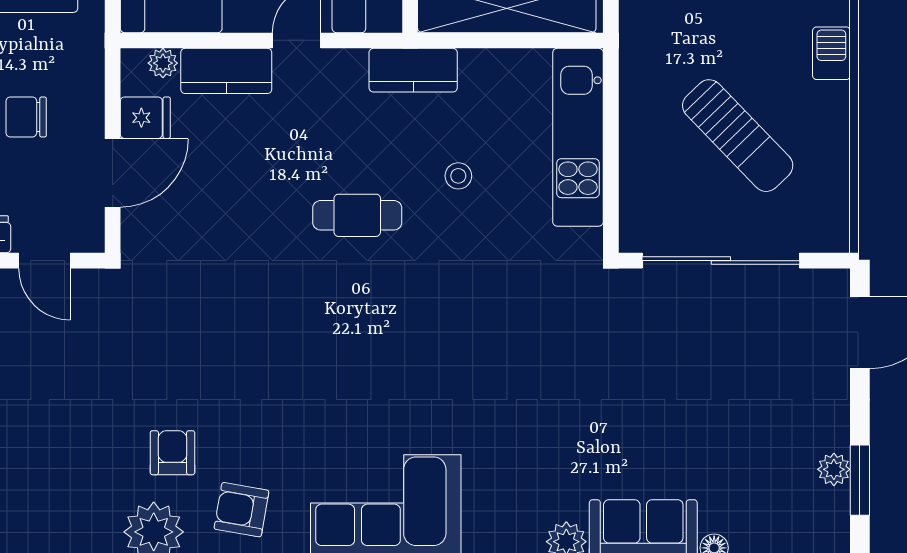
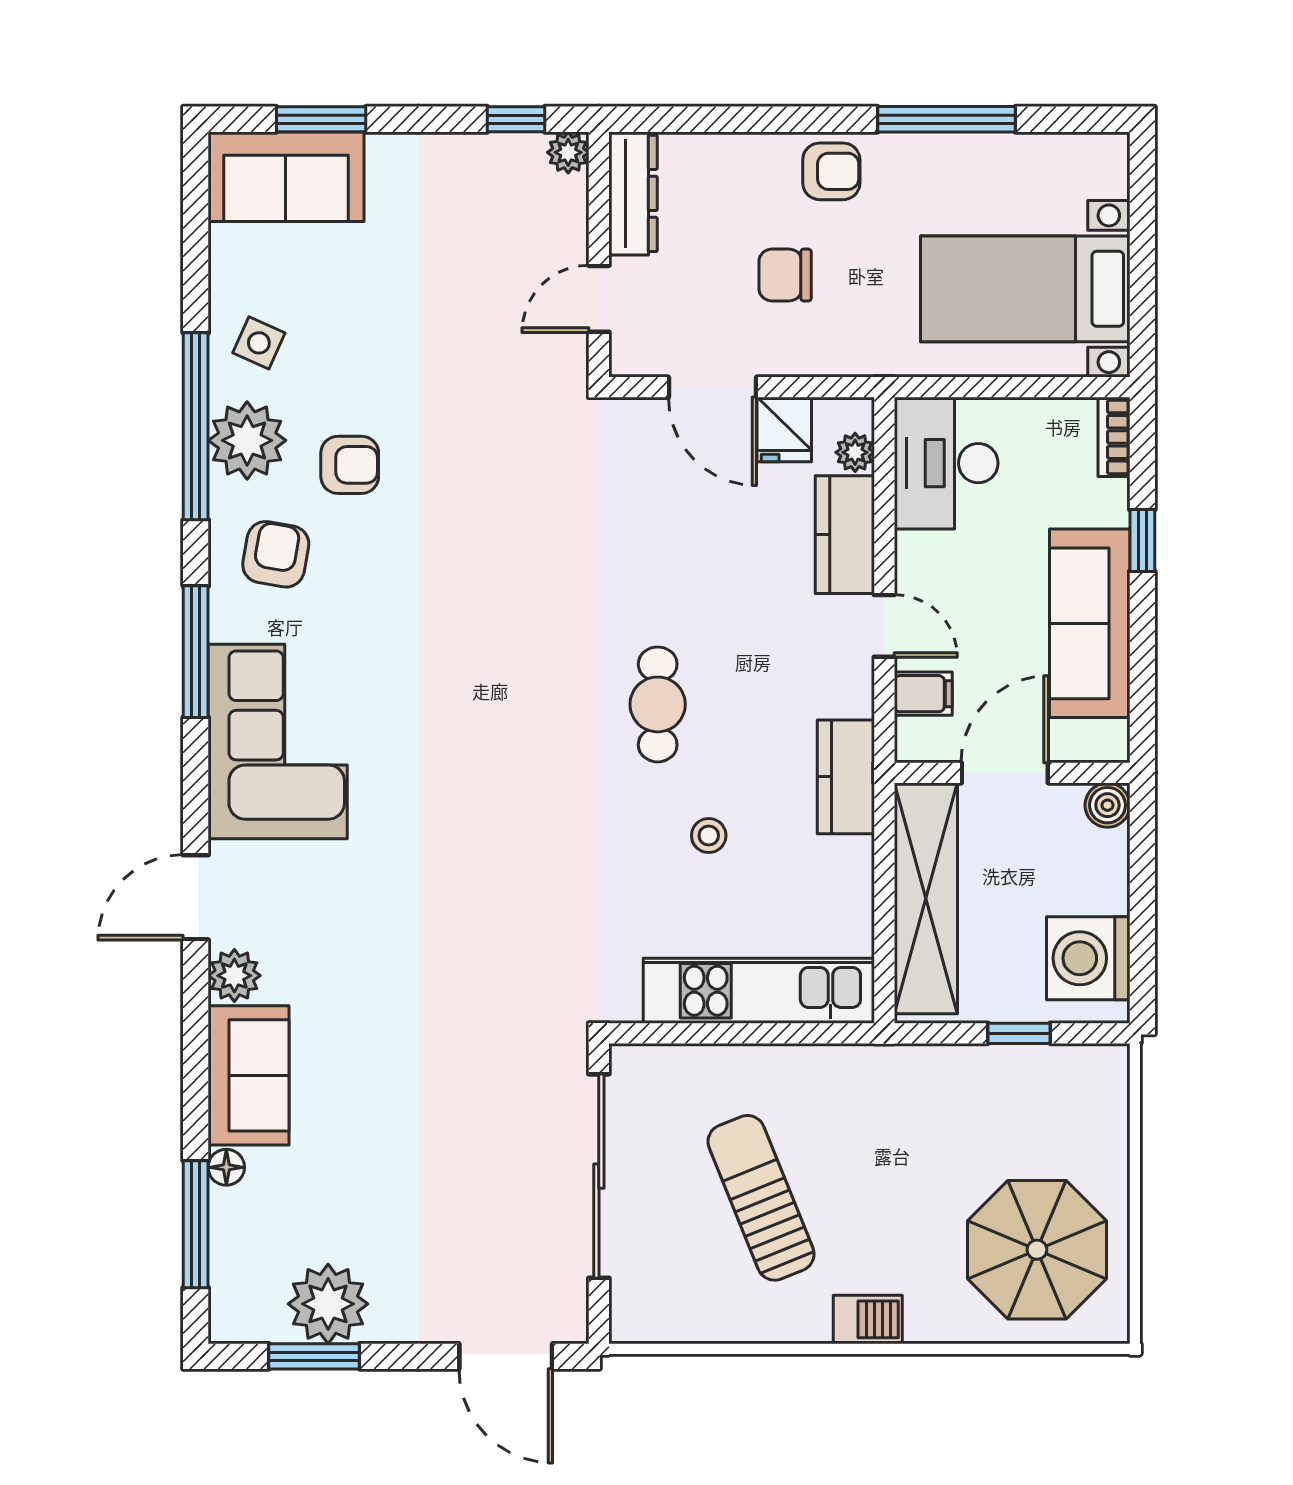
chair: (26, 117) -> (785, 275), turned -90
sun lounger: (738, 136) -> (761, 1198), turned 112
plant: (834, 469) -> (328, 1304), width x1.87, depth x1.87
side table: (78, 523) -> (259, 343), added

